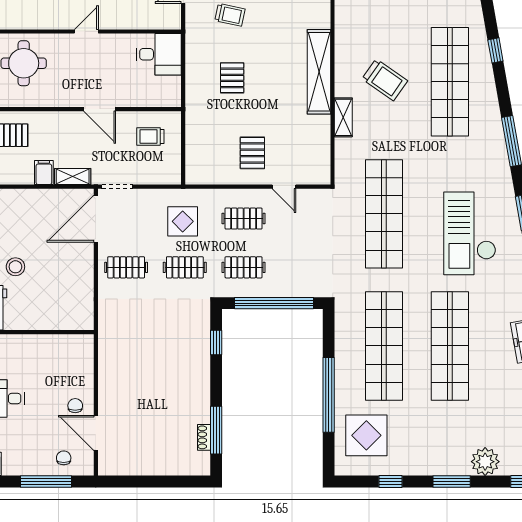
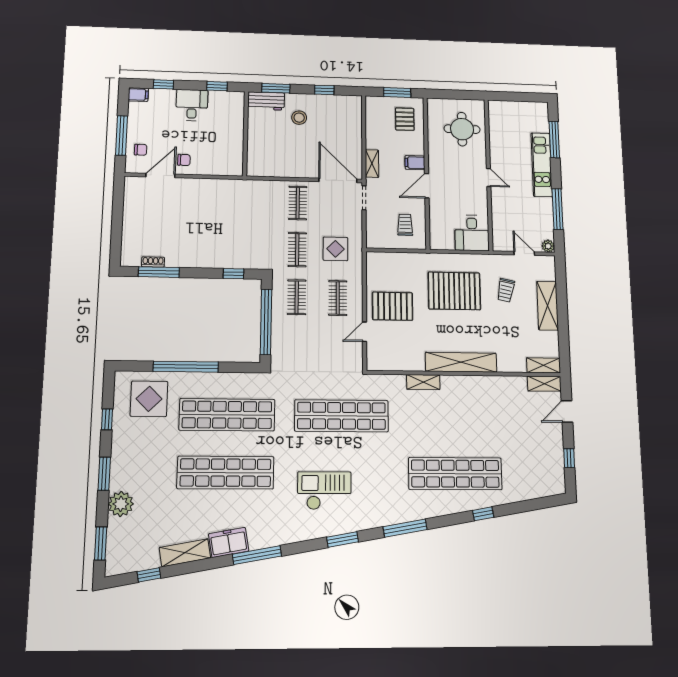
pallet: (232, 78) -> (454, 291), width x2.05, depth x2.00
trolley: (385, 80) -> (456, 417), removed
pallet: (252, 153) -> (393, 306), width x1.50, depth x1.42
filing cabinet: (44, 173) -> (415, 163), moved, turned 180
checkout: (470, 233) -> (324, 491), width x0.73, depth x0.83

